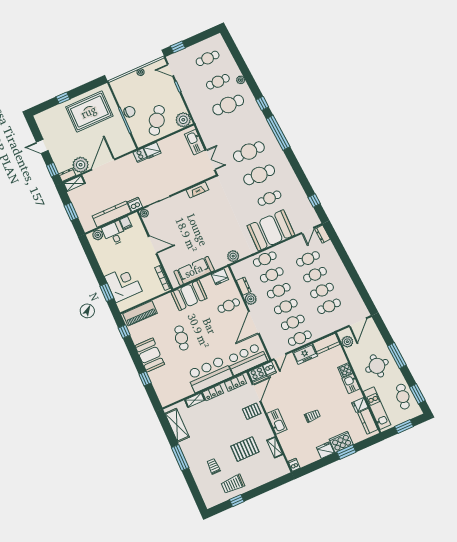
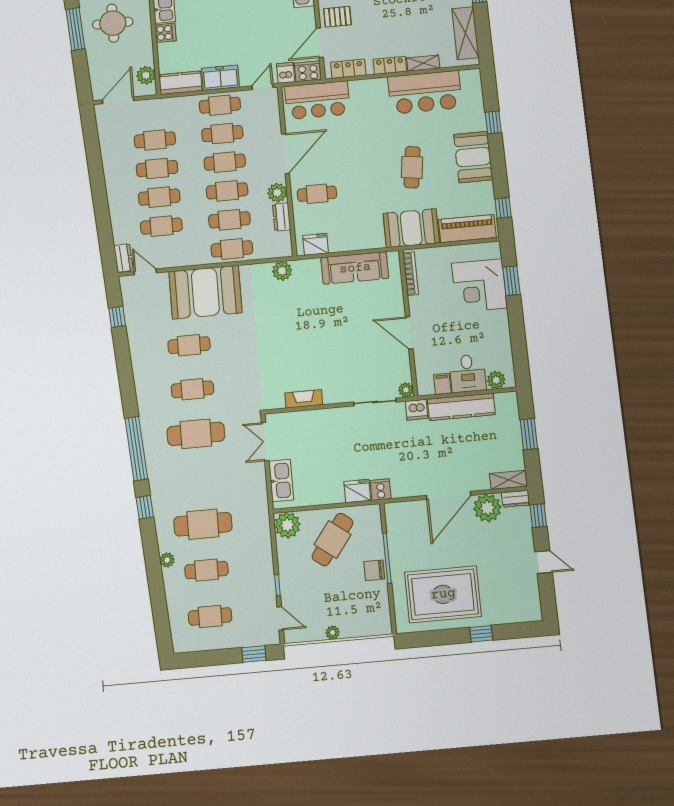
cafe table: (259, 175) -> (192, 389), width x0.73, depth x0.74
door: (308, 230) -> (145, 272), hinge flipped
booth: (189, 295) -> (411, 228), moved
bar counter: (209, 374) -> (425, 92), moved

